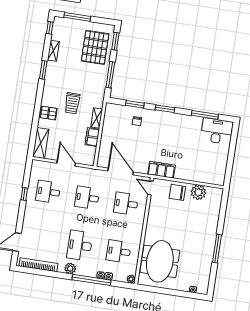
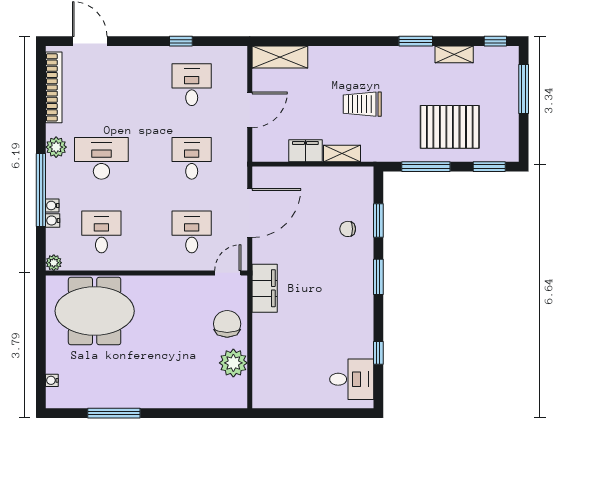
pallet: (95, 47) -> (450, 127), moved
pallet: (48, 113) -> (337, 63), removed
window: (205, 115) -> (378, 353), width x0.46
desk: (217, 131) -> (352, 379), width x0.73
window: (217, 249) -> (114, 413), moved

